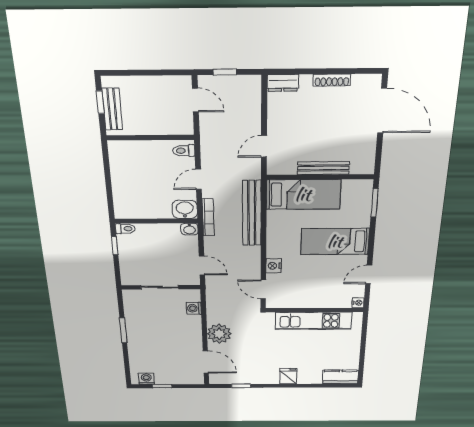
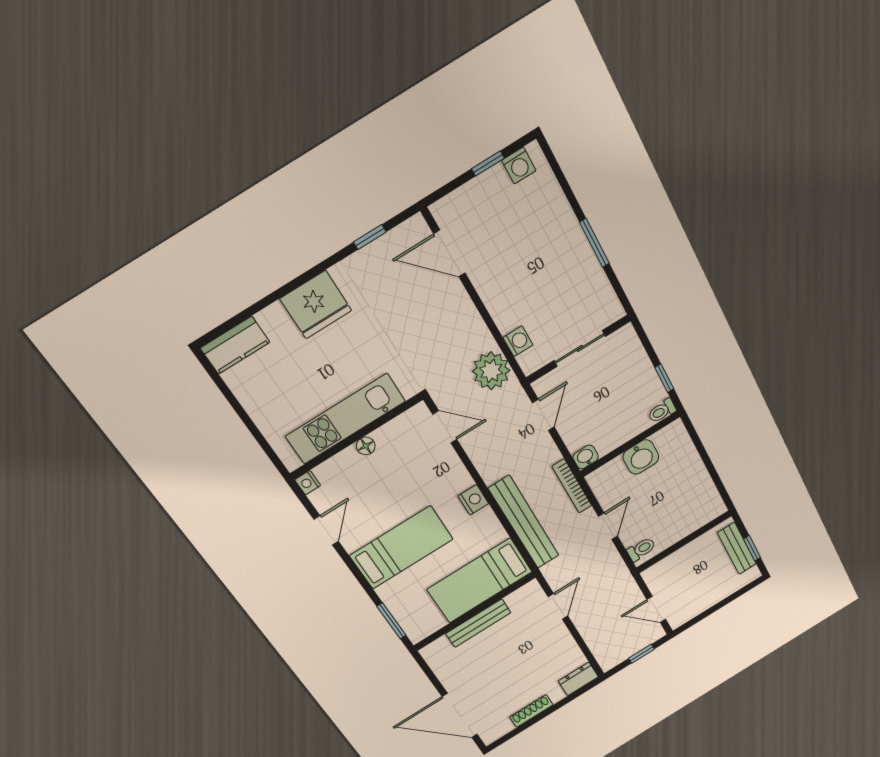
washbasin: (185, 209) -> (641, 457), moved
door: (202, 265) -> (543, 415), swing flipped
nightstand: (274, 266) -> (473, 500), moved
floor lamp: (313, 303) -> (366, 446), added
plant: (219, 334) -> (491, 371), moved
fridge: (288, 376) -> (316, 305), width x1.88, depth x1.34

